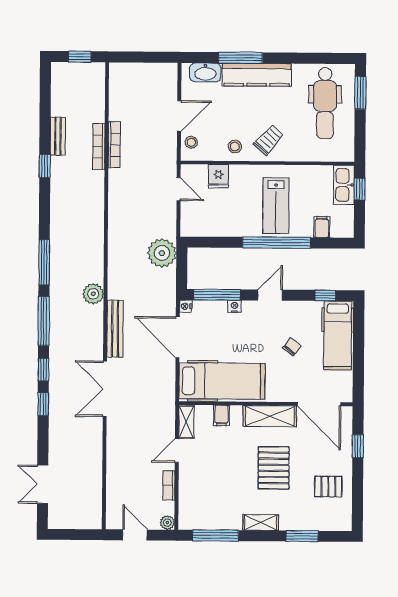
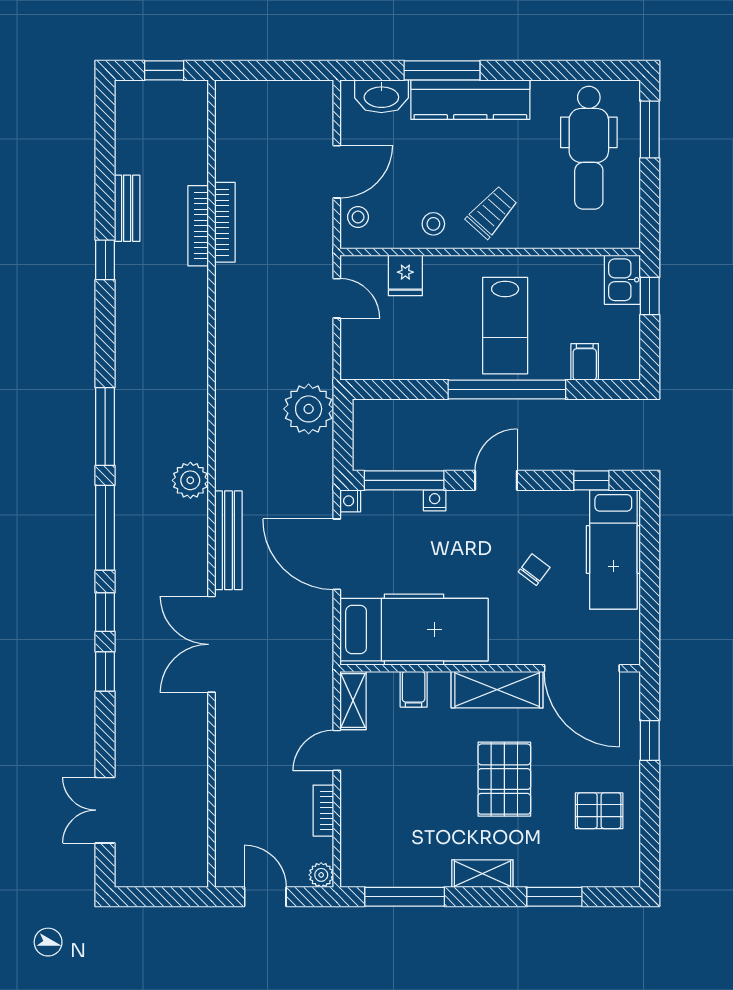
kitchen sink: (344, 185) -> (622, 280), width x0.73

